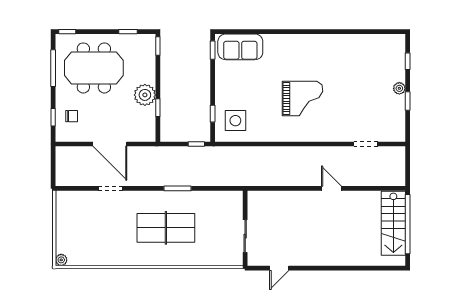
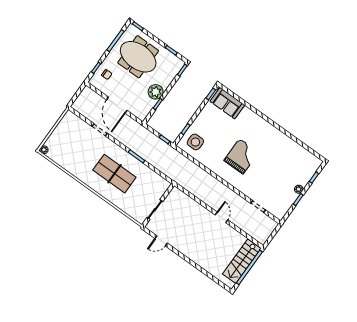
grand piano: (302, 98) -> (241, 156), turned -90

